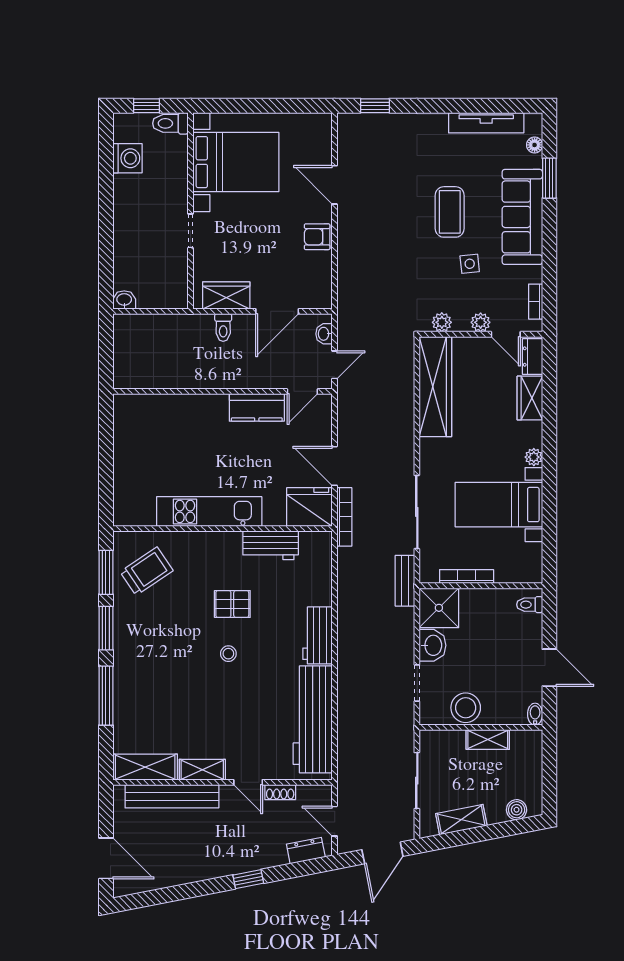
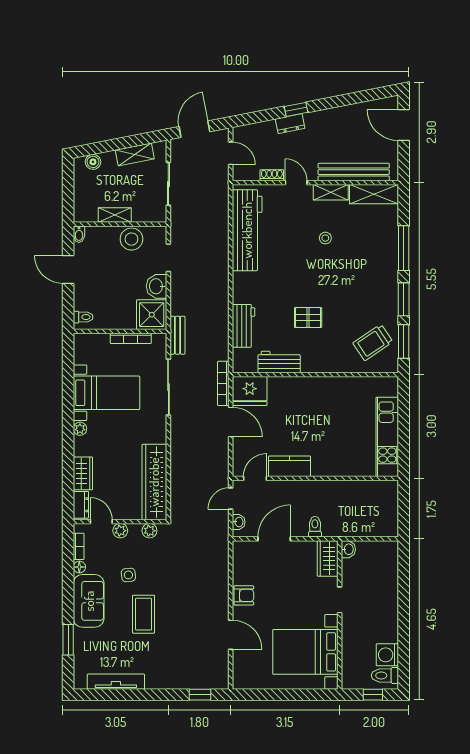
toilet: (170, 123) -> (385, 675), moved, turned 180
floor lamp: (535, 145) -> (79, 567), moved
sofa: (522, 217) -> (89, 601), width x0.73
wardrobe: (226, 295) -> (328, 558), moved, turned 90
washbasin: (124, 300) -> (348, 549), moved, turned -90
kitchen unit: (209, 511) -> (387, 437), moved, turned 90
workbench: (318, 635) -> (244, 326), moved
stool: (228, 654) -> (325, 238), moved
dresser: (306, 851) -> (290, 124), moved

